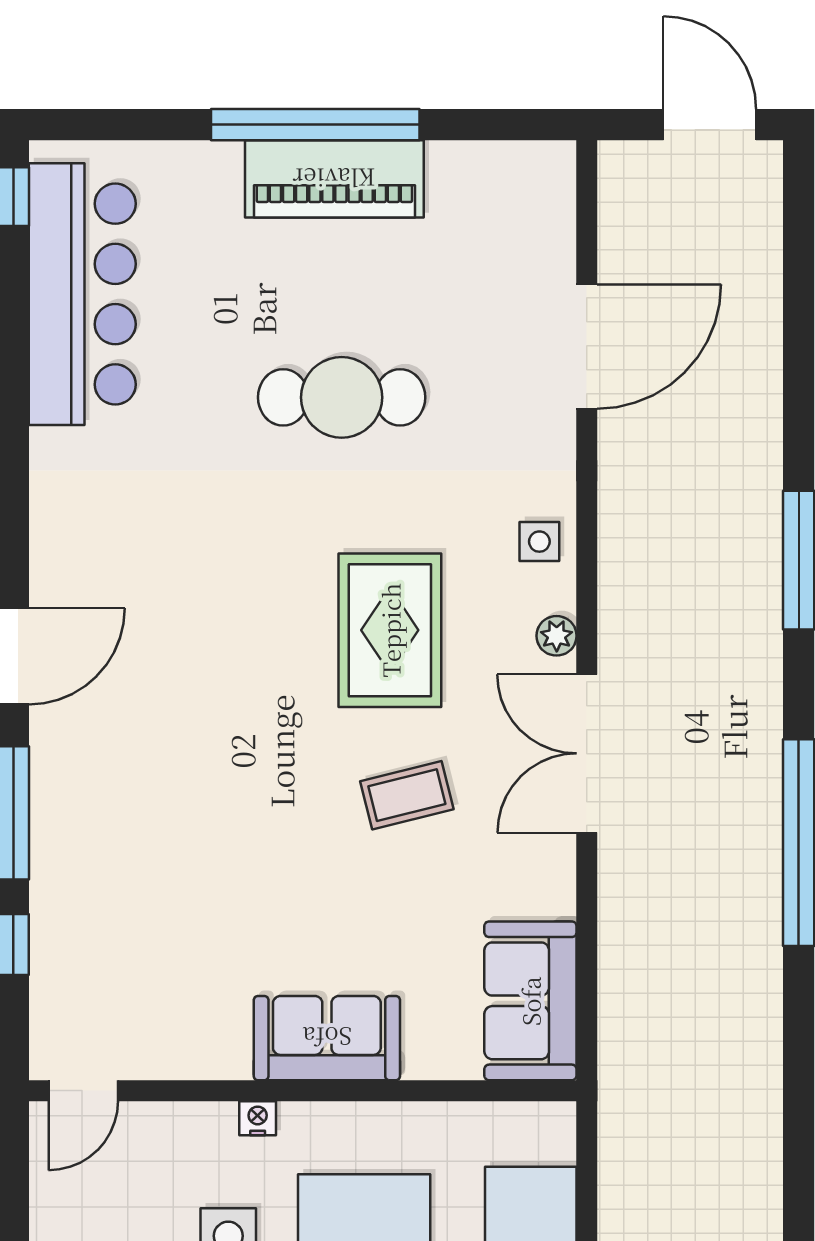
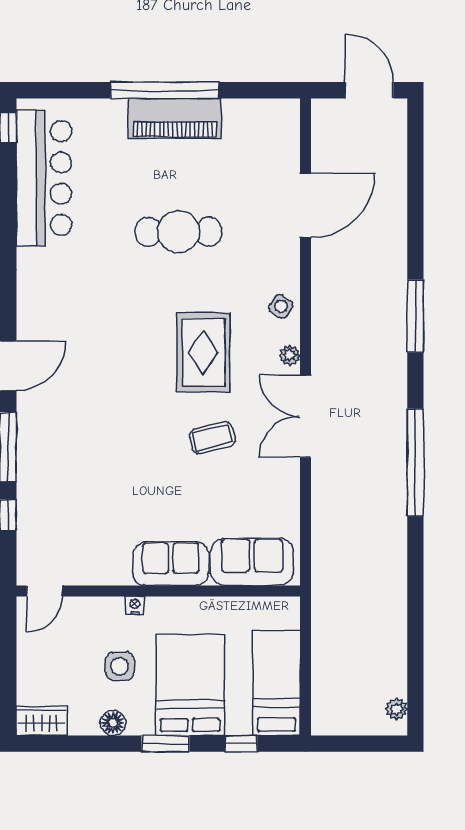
side table: (539, 542) -> (281, 306), turned 35
sofa: (530, 1001) -> (252, 562), moved, turned 90

